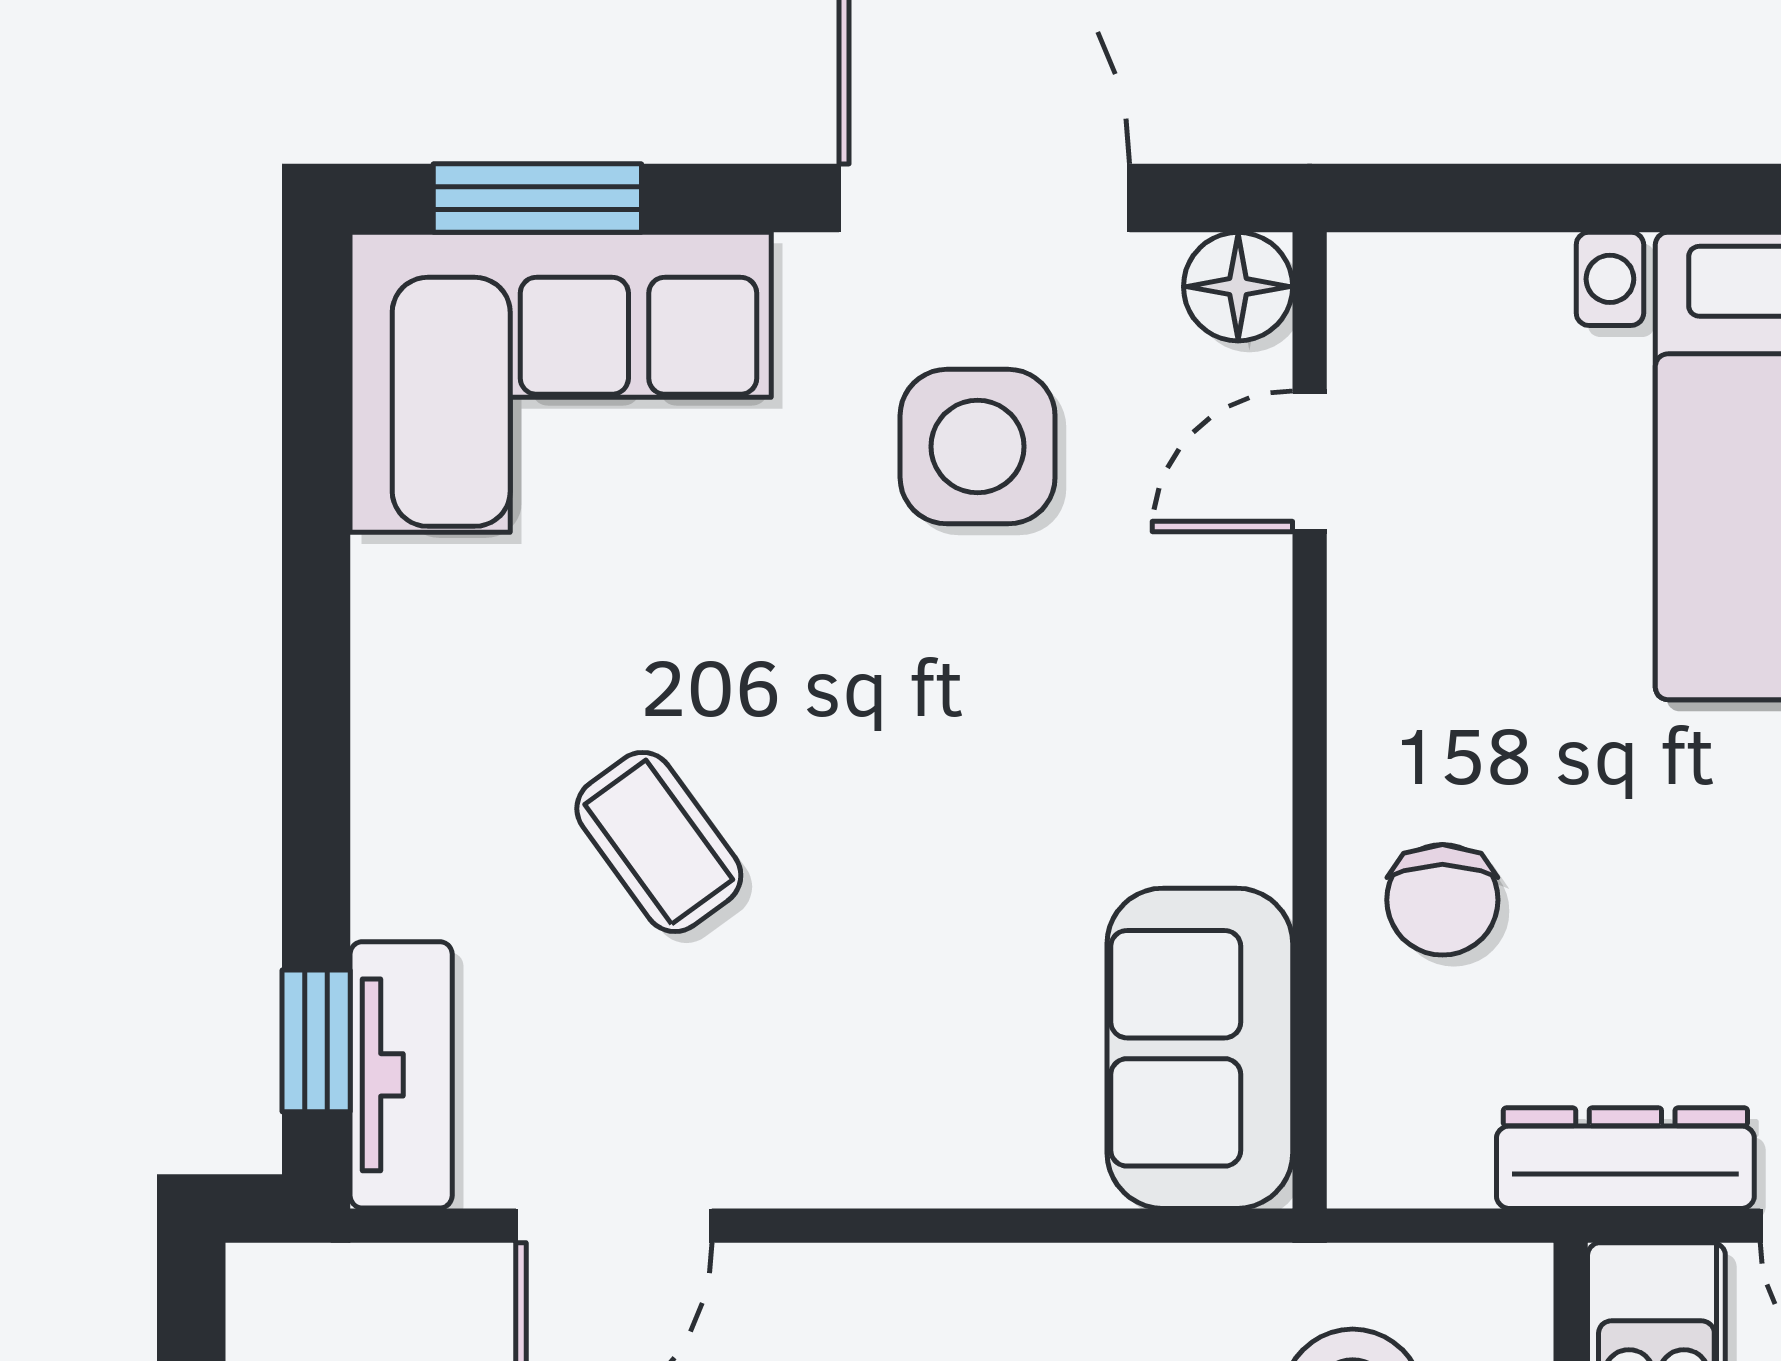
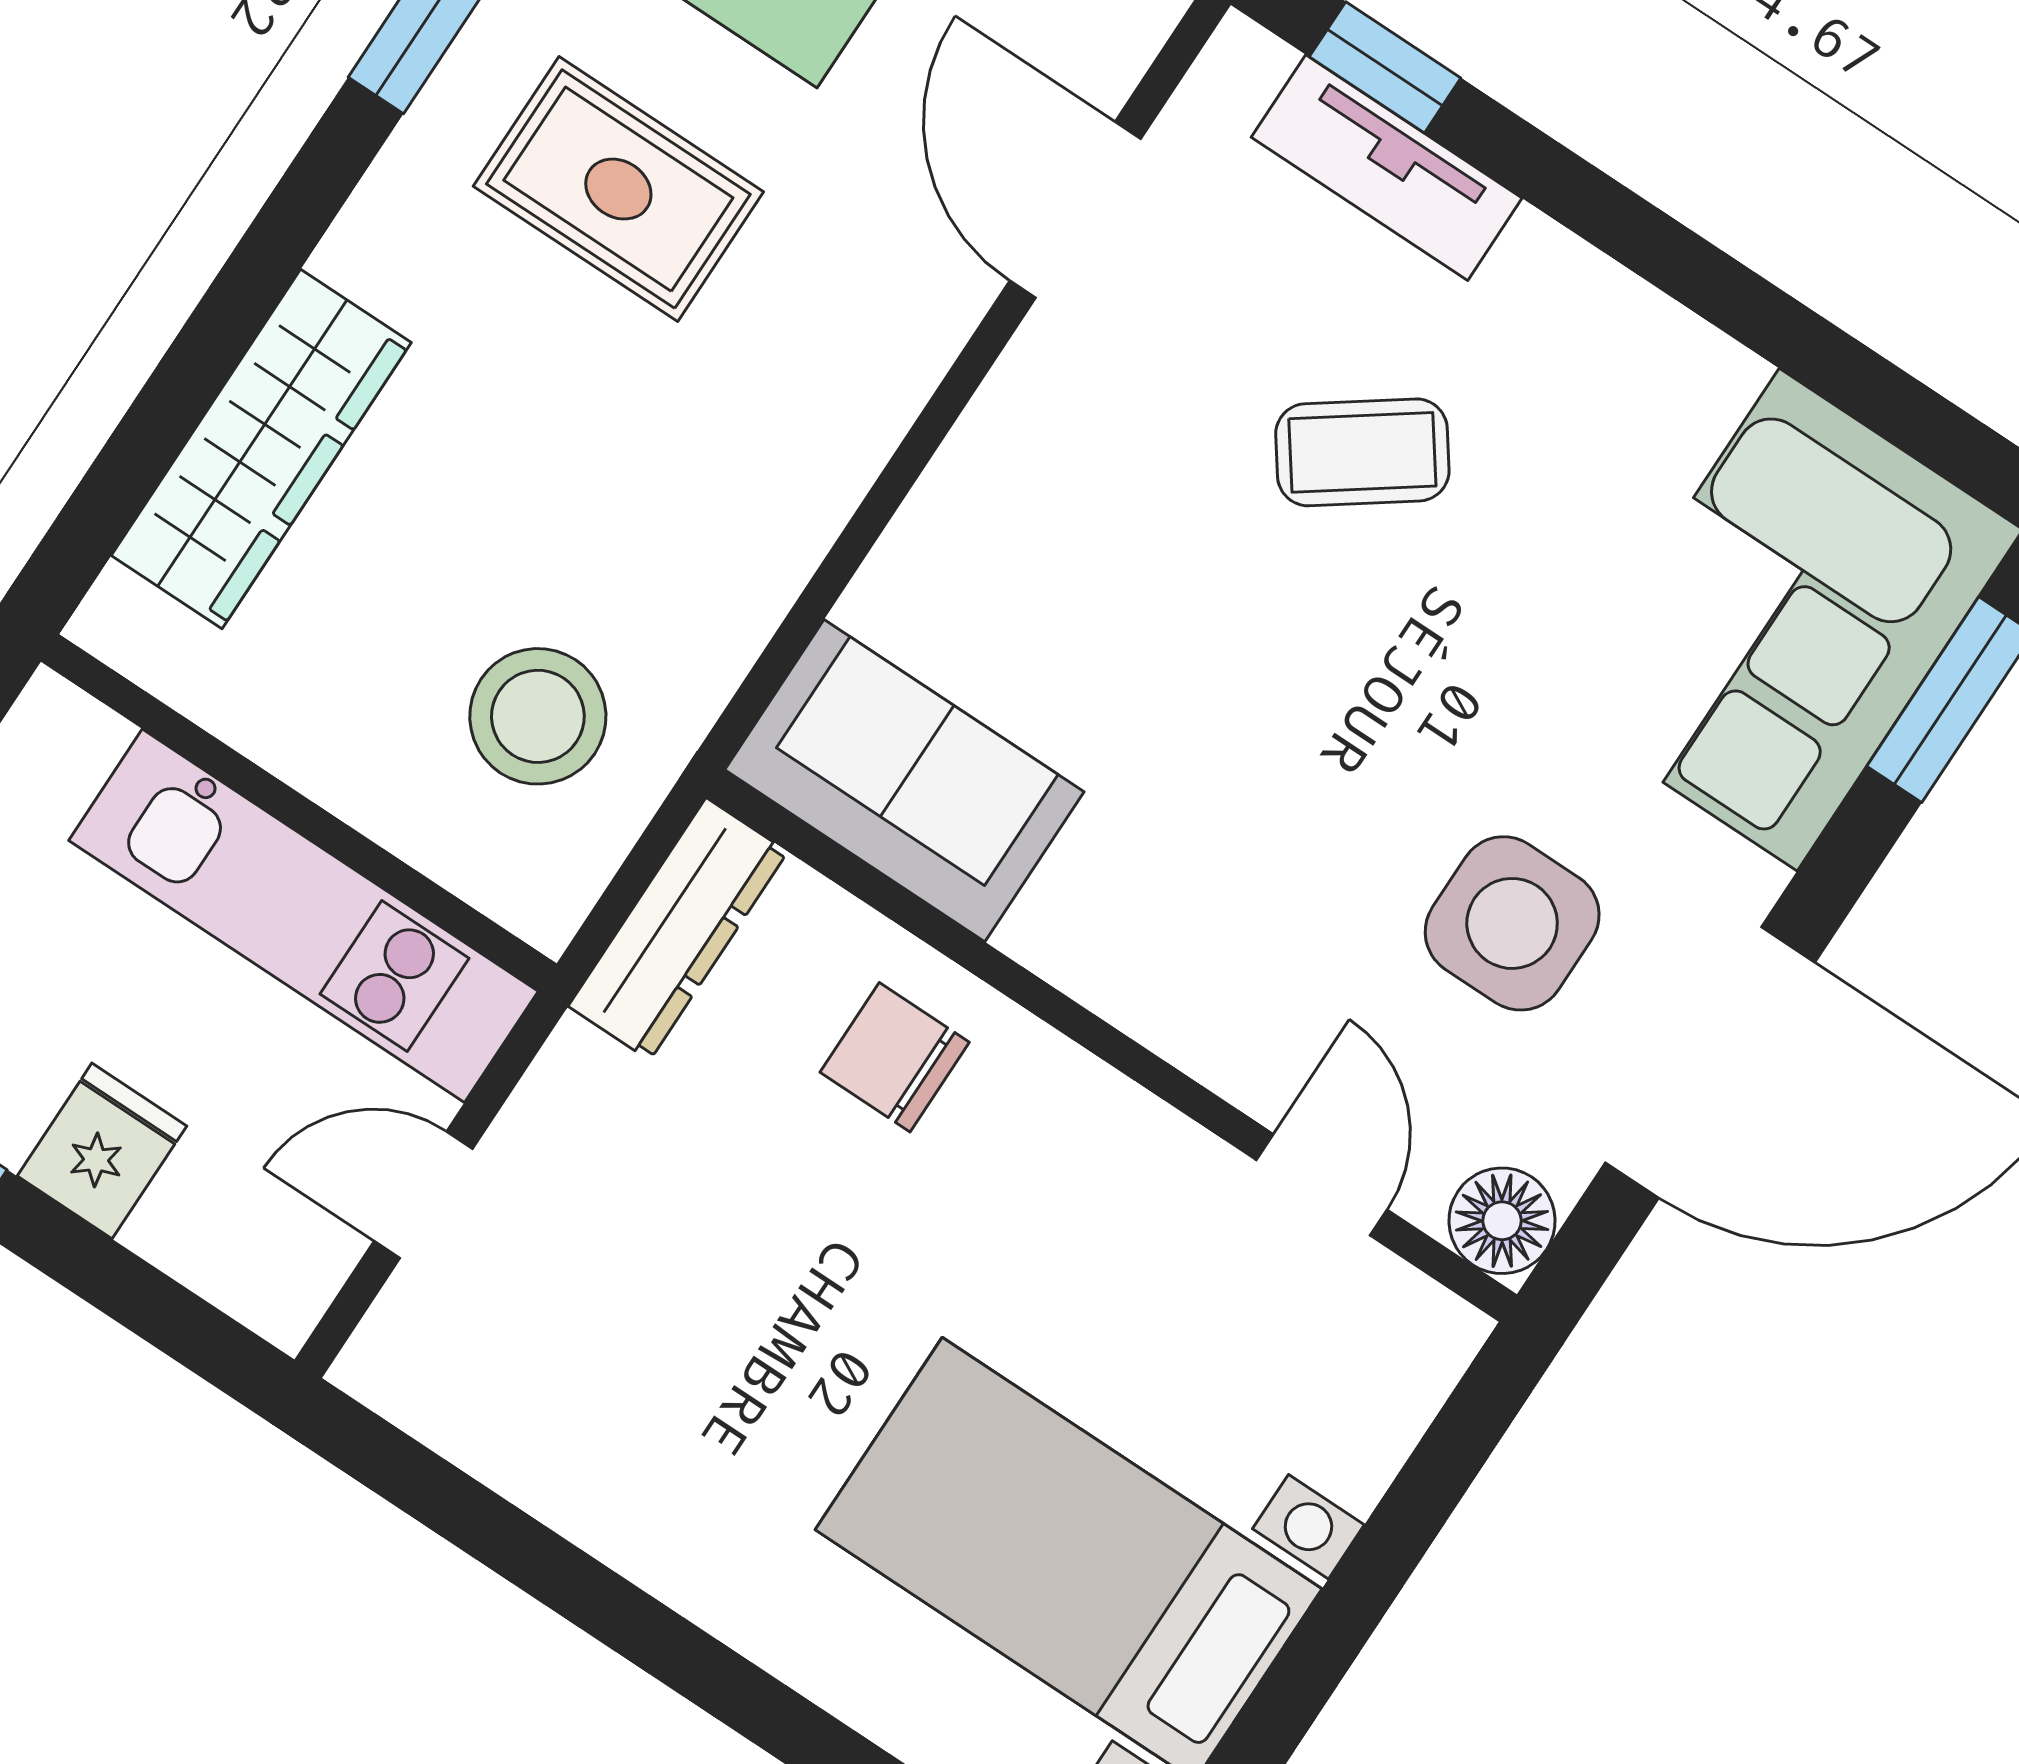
tv unit: (401, 1075) -> (1387, 168), moved
dresser: (1625, 1158) -> (678, 929), moved

